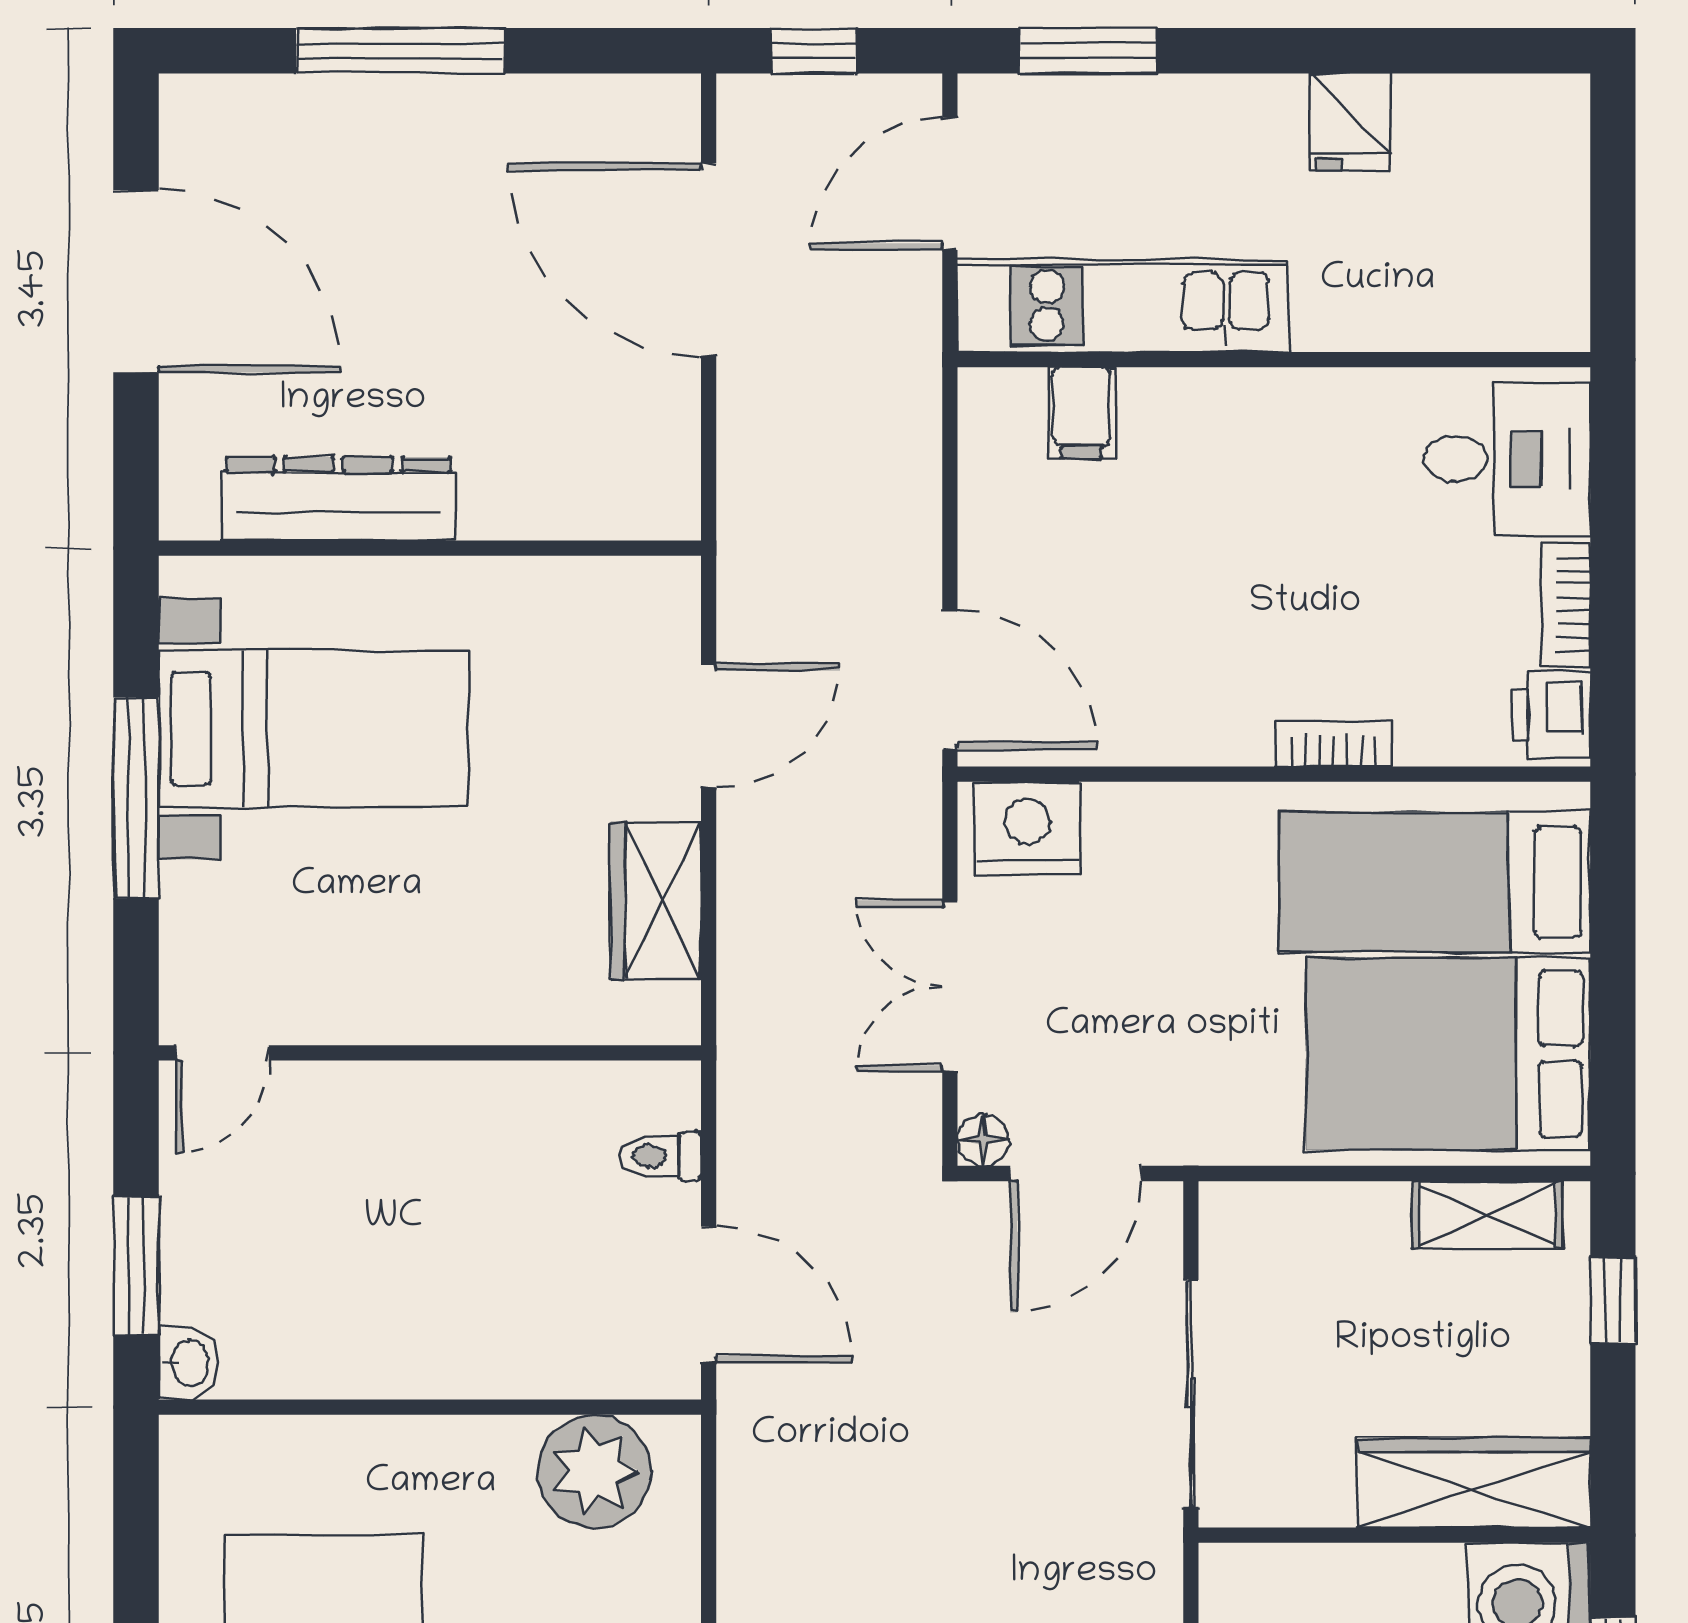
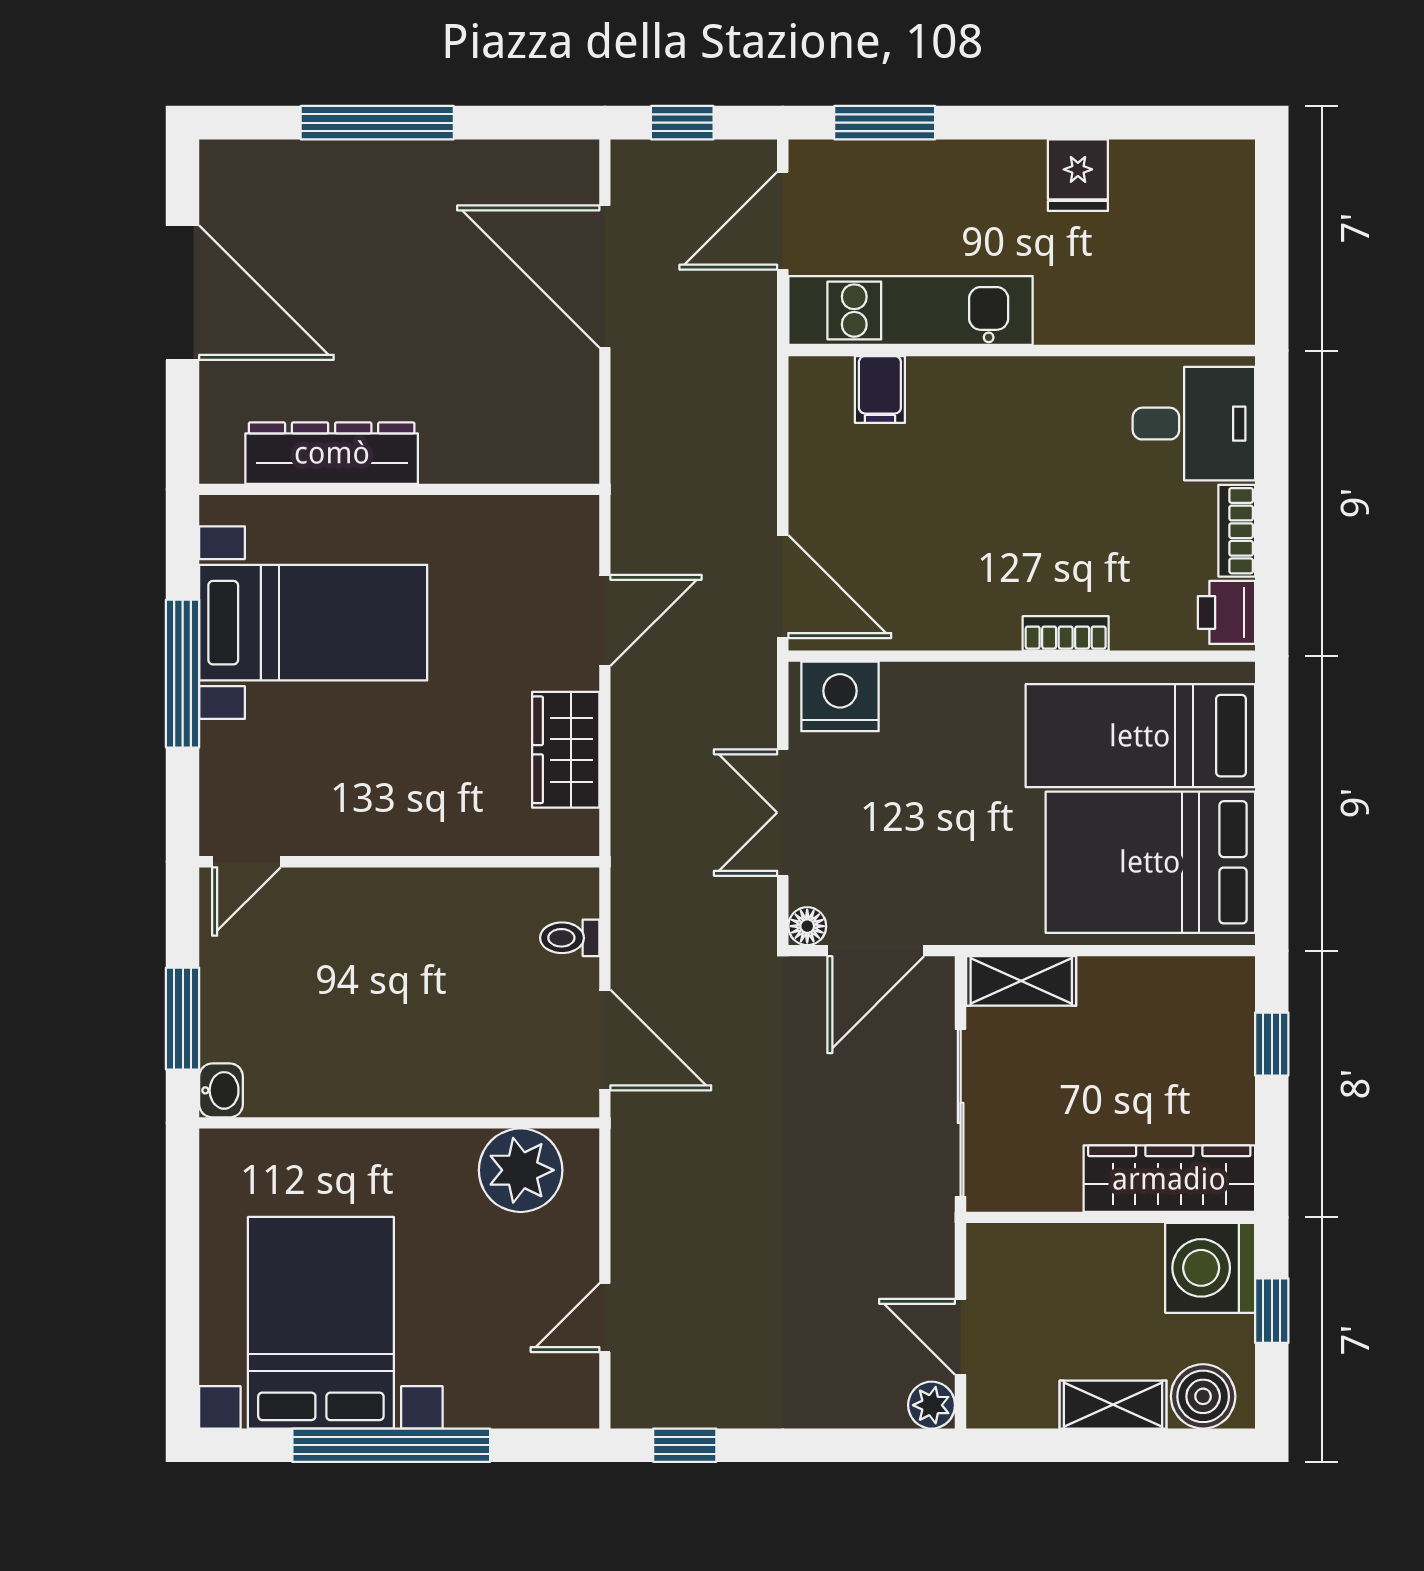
shelving: (1487, 1215) -> (1021, 981), moved

